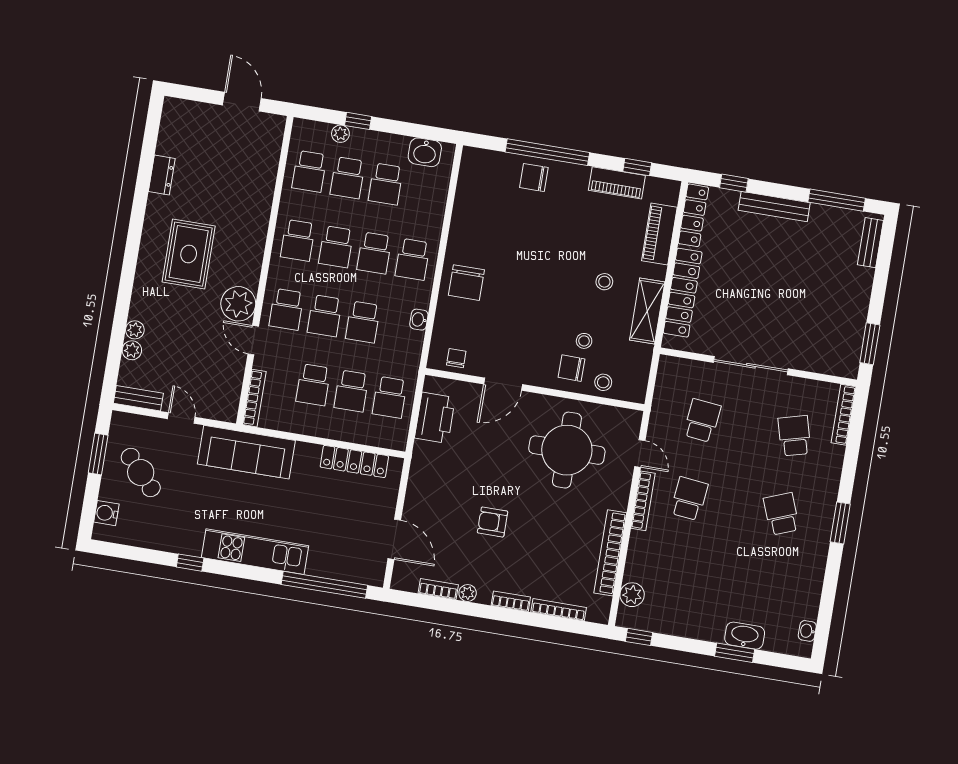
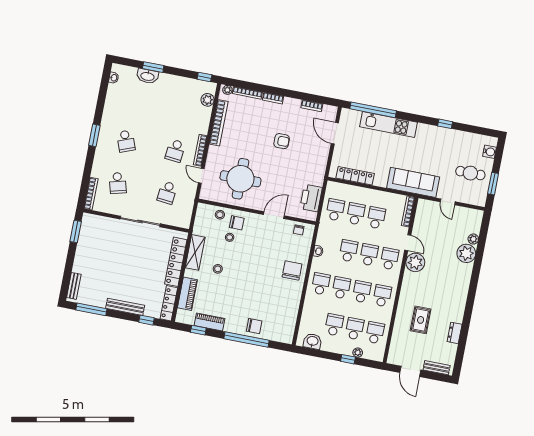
rug: (189, 254) -> (421, 320), moved, width x0.73, depth x0.70
plant: (135, 330) -> (466, 253), width x1.87, depth x1.87
bench: (138, 398) -> (437, 368), moved
cafe table: (141, 472) -> (470, 173), turned -47
kitchen unit: (255, 552) -> (388, 125), moved
plant: (468, 593) -> (227, 90), moved

